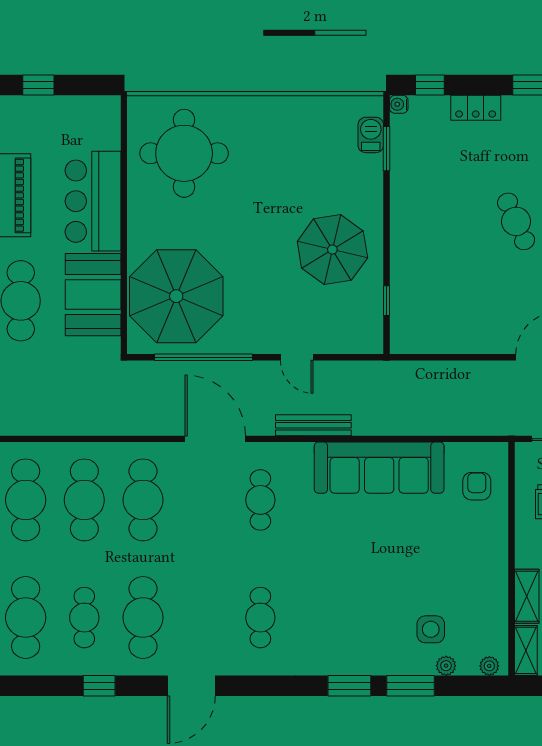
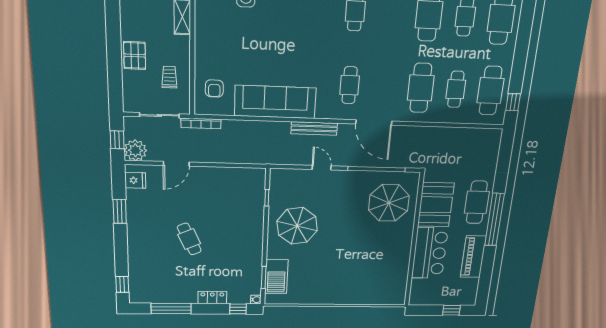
barbecue: (371, 135) -> (276, 277), width x1.88, depth x1.53
round table: (184, 153) -> (377, 276), removed
parasol: (176, 296) -> (389, 203), width x0.73, depth x0.73
bookcase: (497, 428) -> (201, 123), added
cafe table: (84, 500) -> (456, 89), width x0.73, depth x0.74

